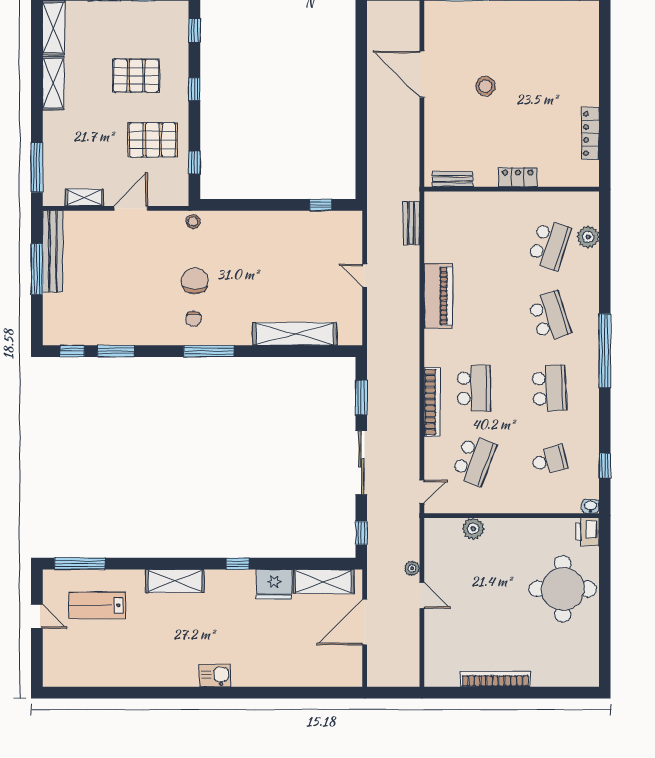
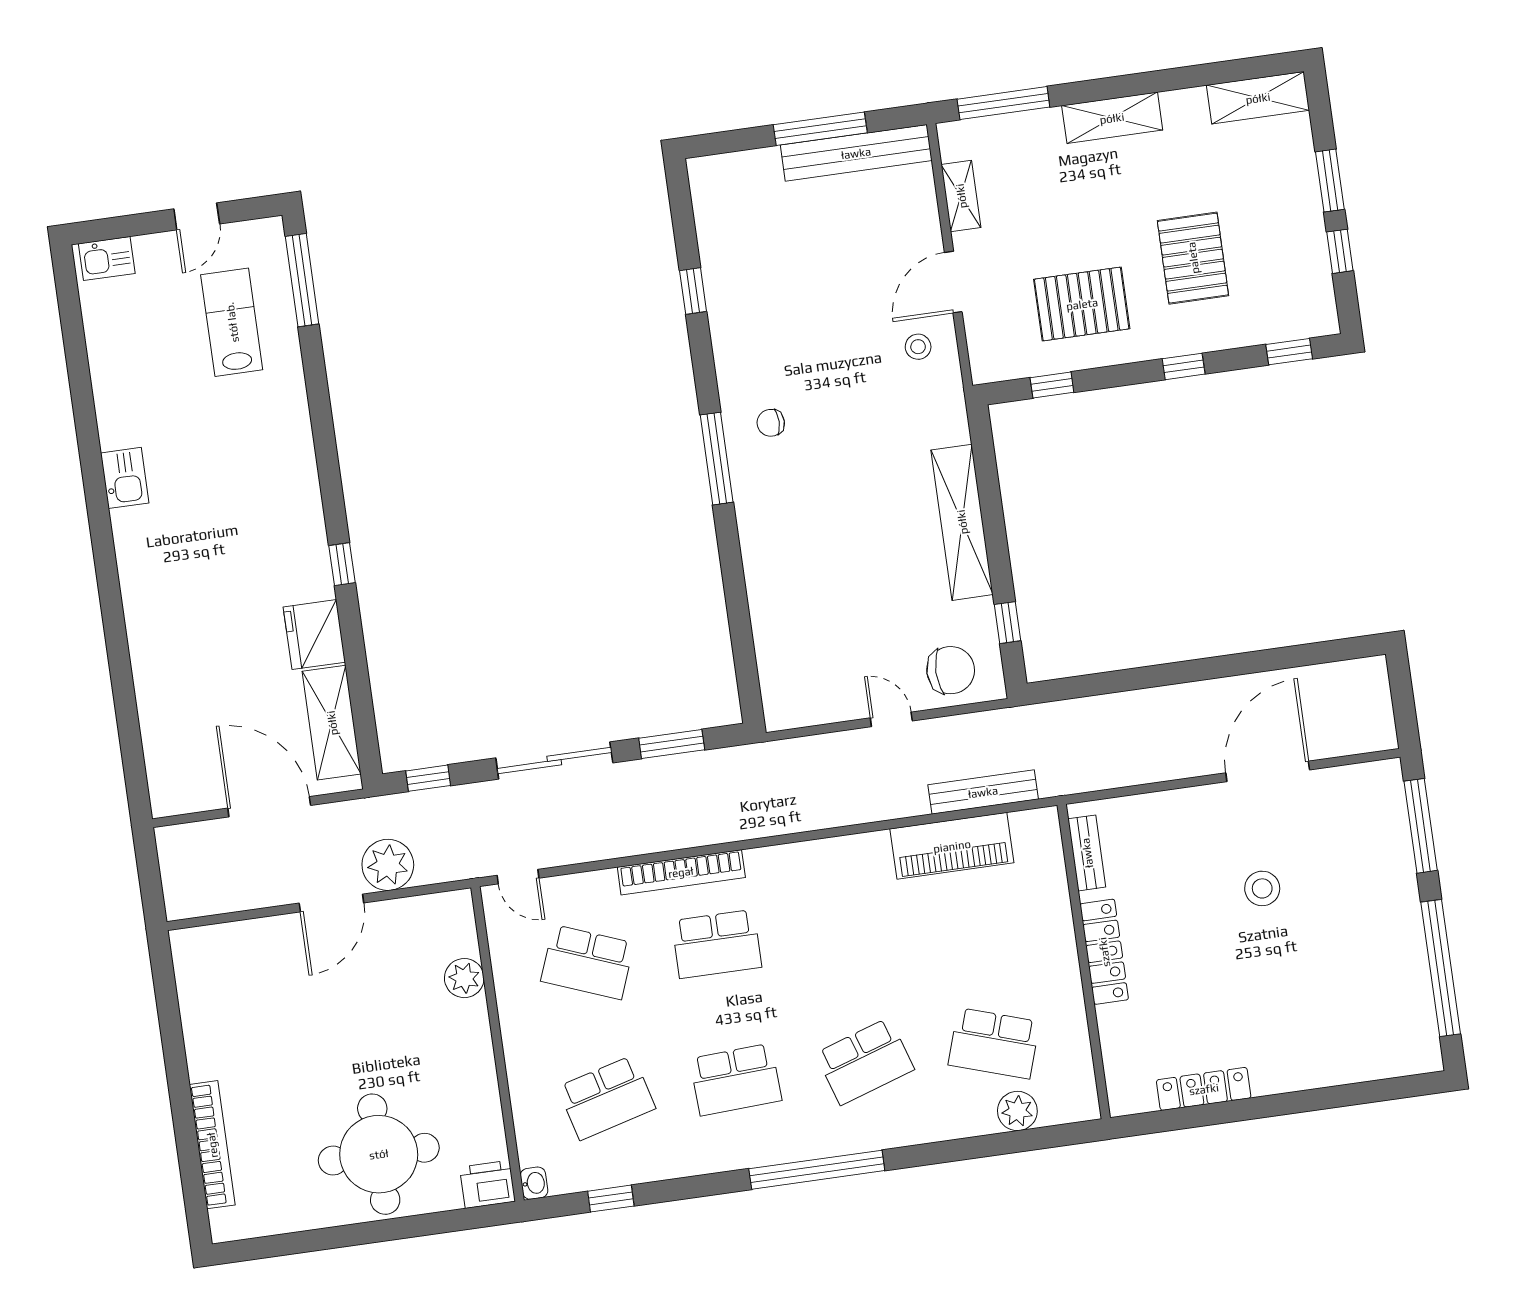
shelving: (53, 83) -> (1112, 118), moved
pallet: (153, 140) -> (1082, 304), turned 90
locker: (518, 177) -> (1104, 952), width x1.53
door: (131, 208) -> (953, 282), swing flipped
stool: (193, 222) -> (918, 347), moved
bench: (411, 223) -> (983, 792), width x1.36
door: (365, 276) -> (891, 719), hinge flipped
chair: (195, 281) -> (951, 670), moved
piano: (438, 296) -> (952, 846), moved
shelving: (295, 334) -> (962, 522), moved
window: (72, 351) -> (682, 213), removed
window: (116, 351) -> (693, 291), width x0.67
school desk: (549, 460) -> (607, 1098), width x1.85
plant: (412, 568) -> (388, 865), width x1.88, depth x1.88
shelving: (175, 581) -> (295, 455), removed
door: (422, 595) -> (331, 903), width x1.38
kitchen sink: (53, 669) -> (107, 259), added
kitchen sink: (215, 676) -> (125, 478), moved
bookcase: (495, 679) -> (212, 1145), moved

